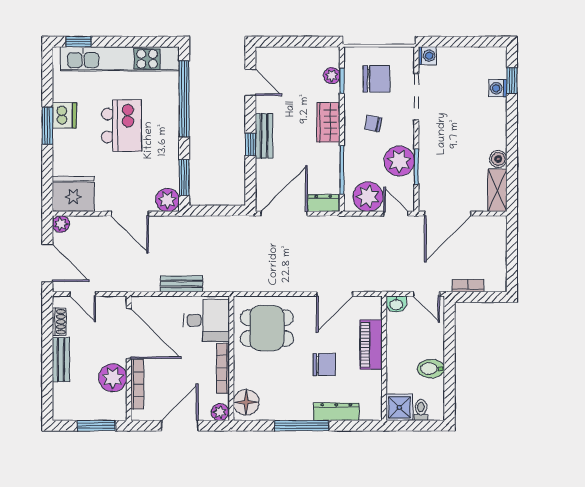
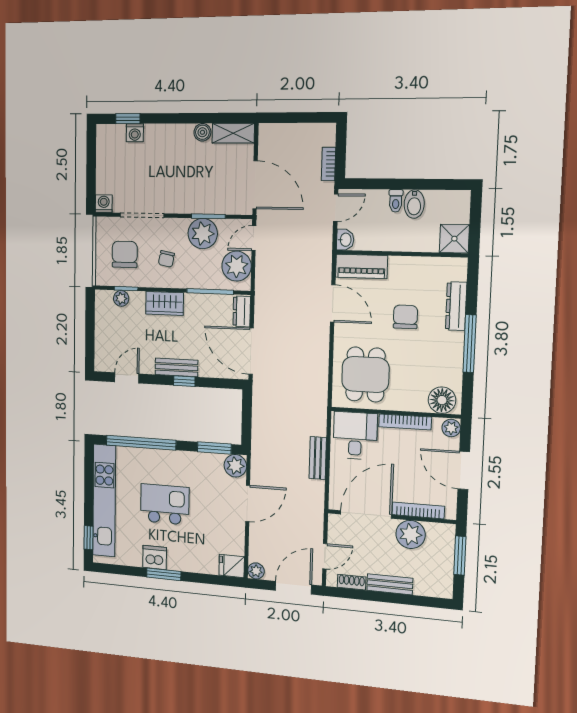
fridge: (73, 194) -> (232, 566), width x0.53, depth x0.75
piano: (371, 345) -> (361, 266), moved
toilet: (421, 410) -> (396, 201), moved, turned -90

